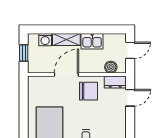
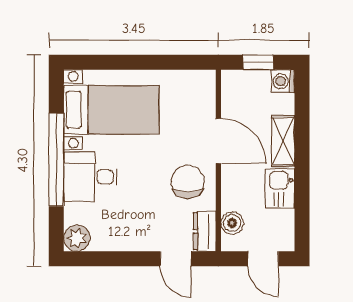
washing machine: (45, 40) -> (283, 81), moved
chair: (89, 91) -> (188, 182), turned 180

